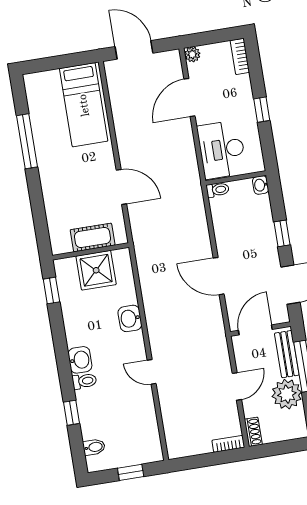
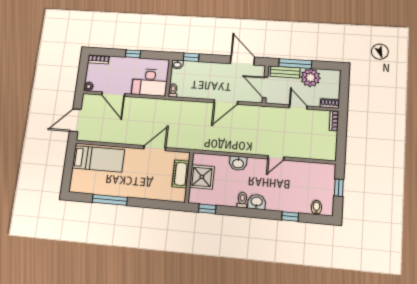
window: (282, 233) -> (191, 57), moved
toilet: (84, 381) -> (242, 200), moved

